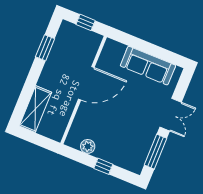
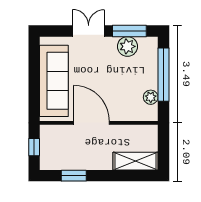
sofa: (148, 66) -> (54, 81), width x1.36, depth x1.27
plant: (142, 144) -> (127, 46), added
window: (103, 166) -> (163, 75), width x3.17

